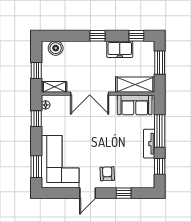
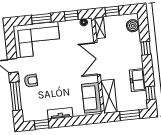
window: (98, 36) -> (146, 48), moved
window: (160, 131) -> (72, 121), removed
window: (36, 167) -> (41, 19), moved
window: (124, 193) -> (16, 96), width x2.17

